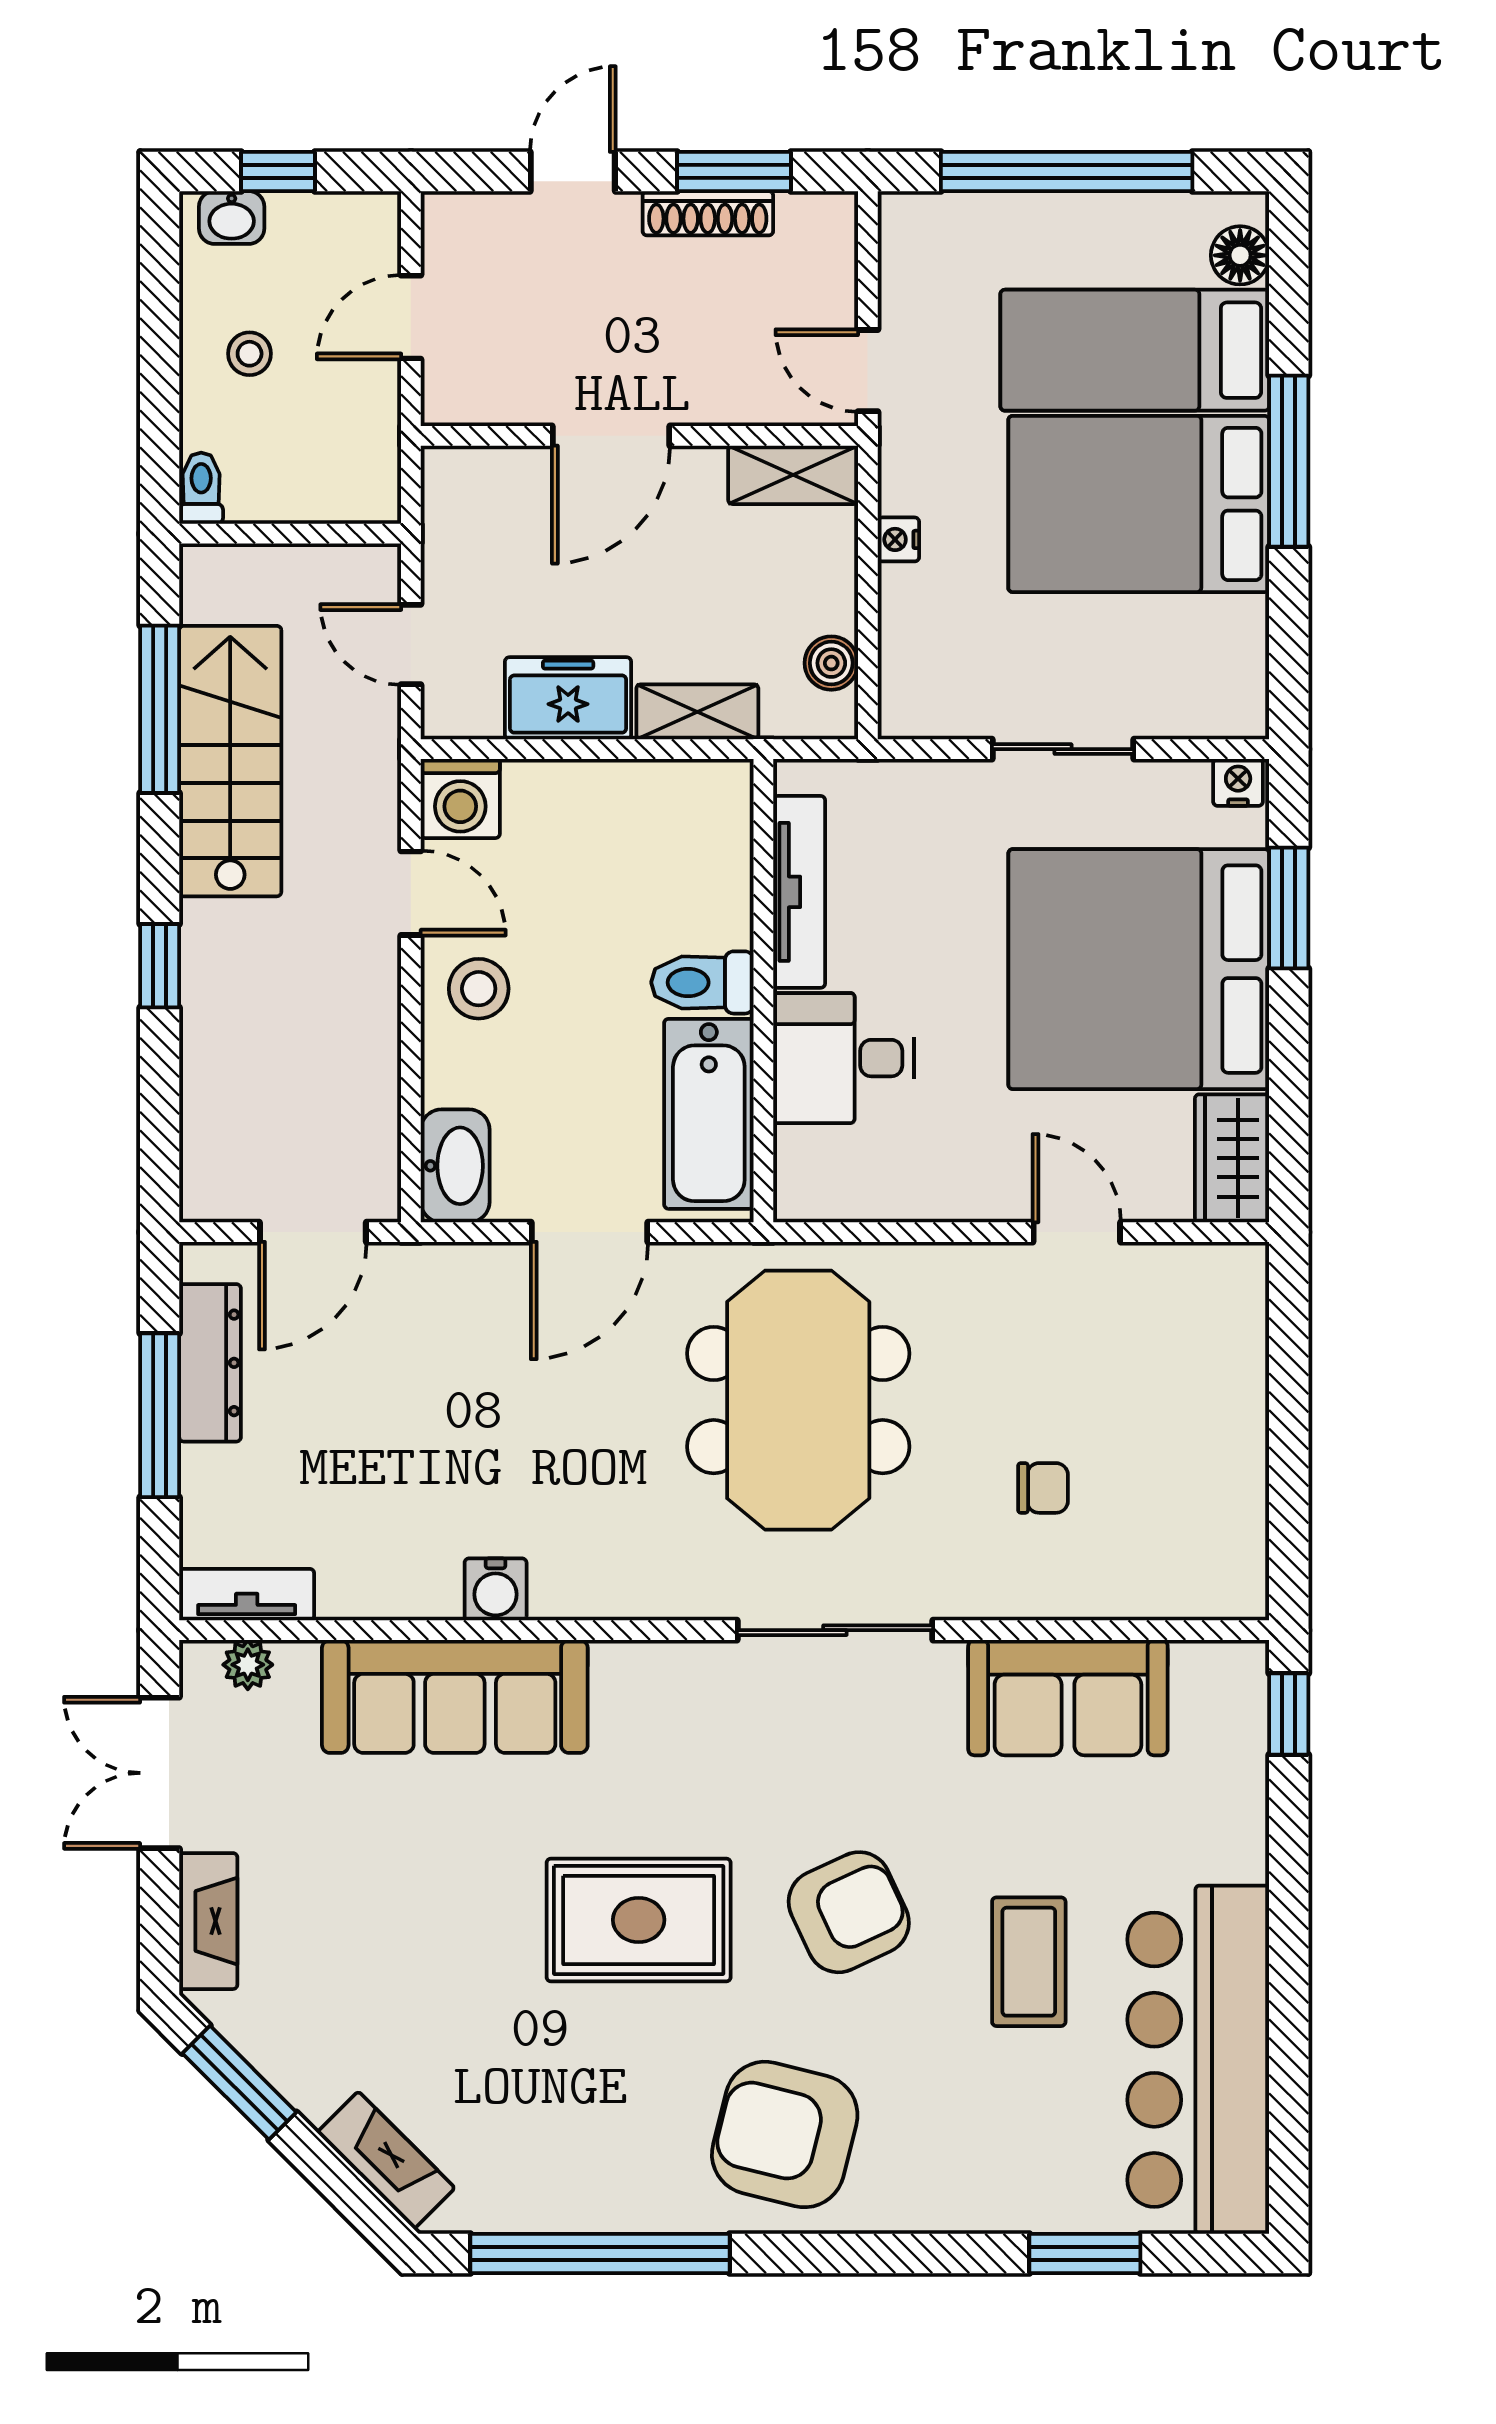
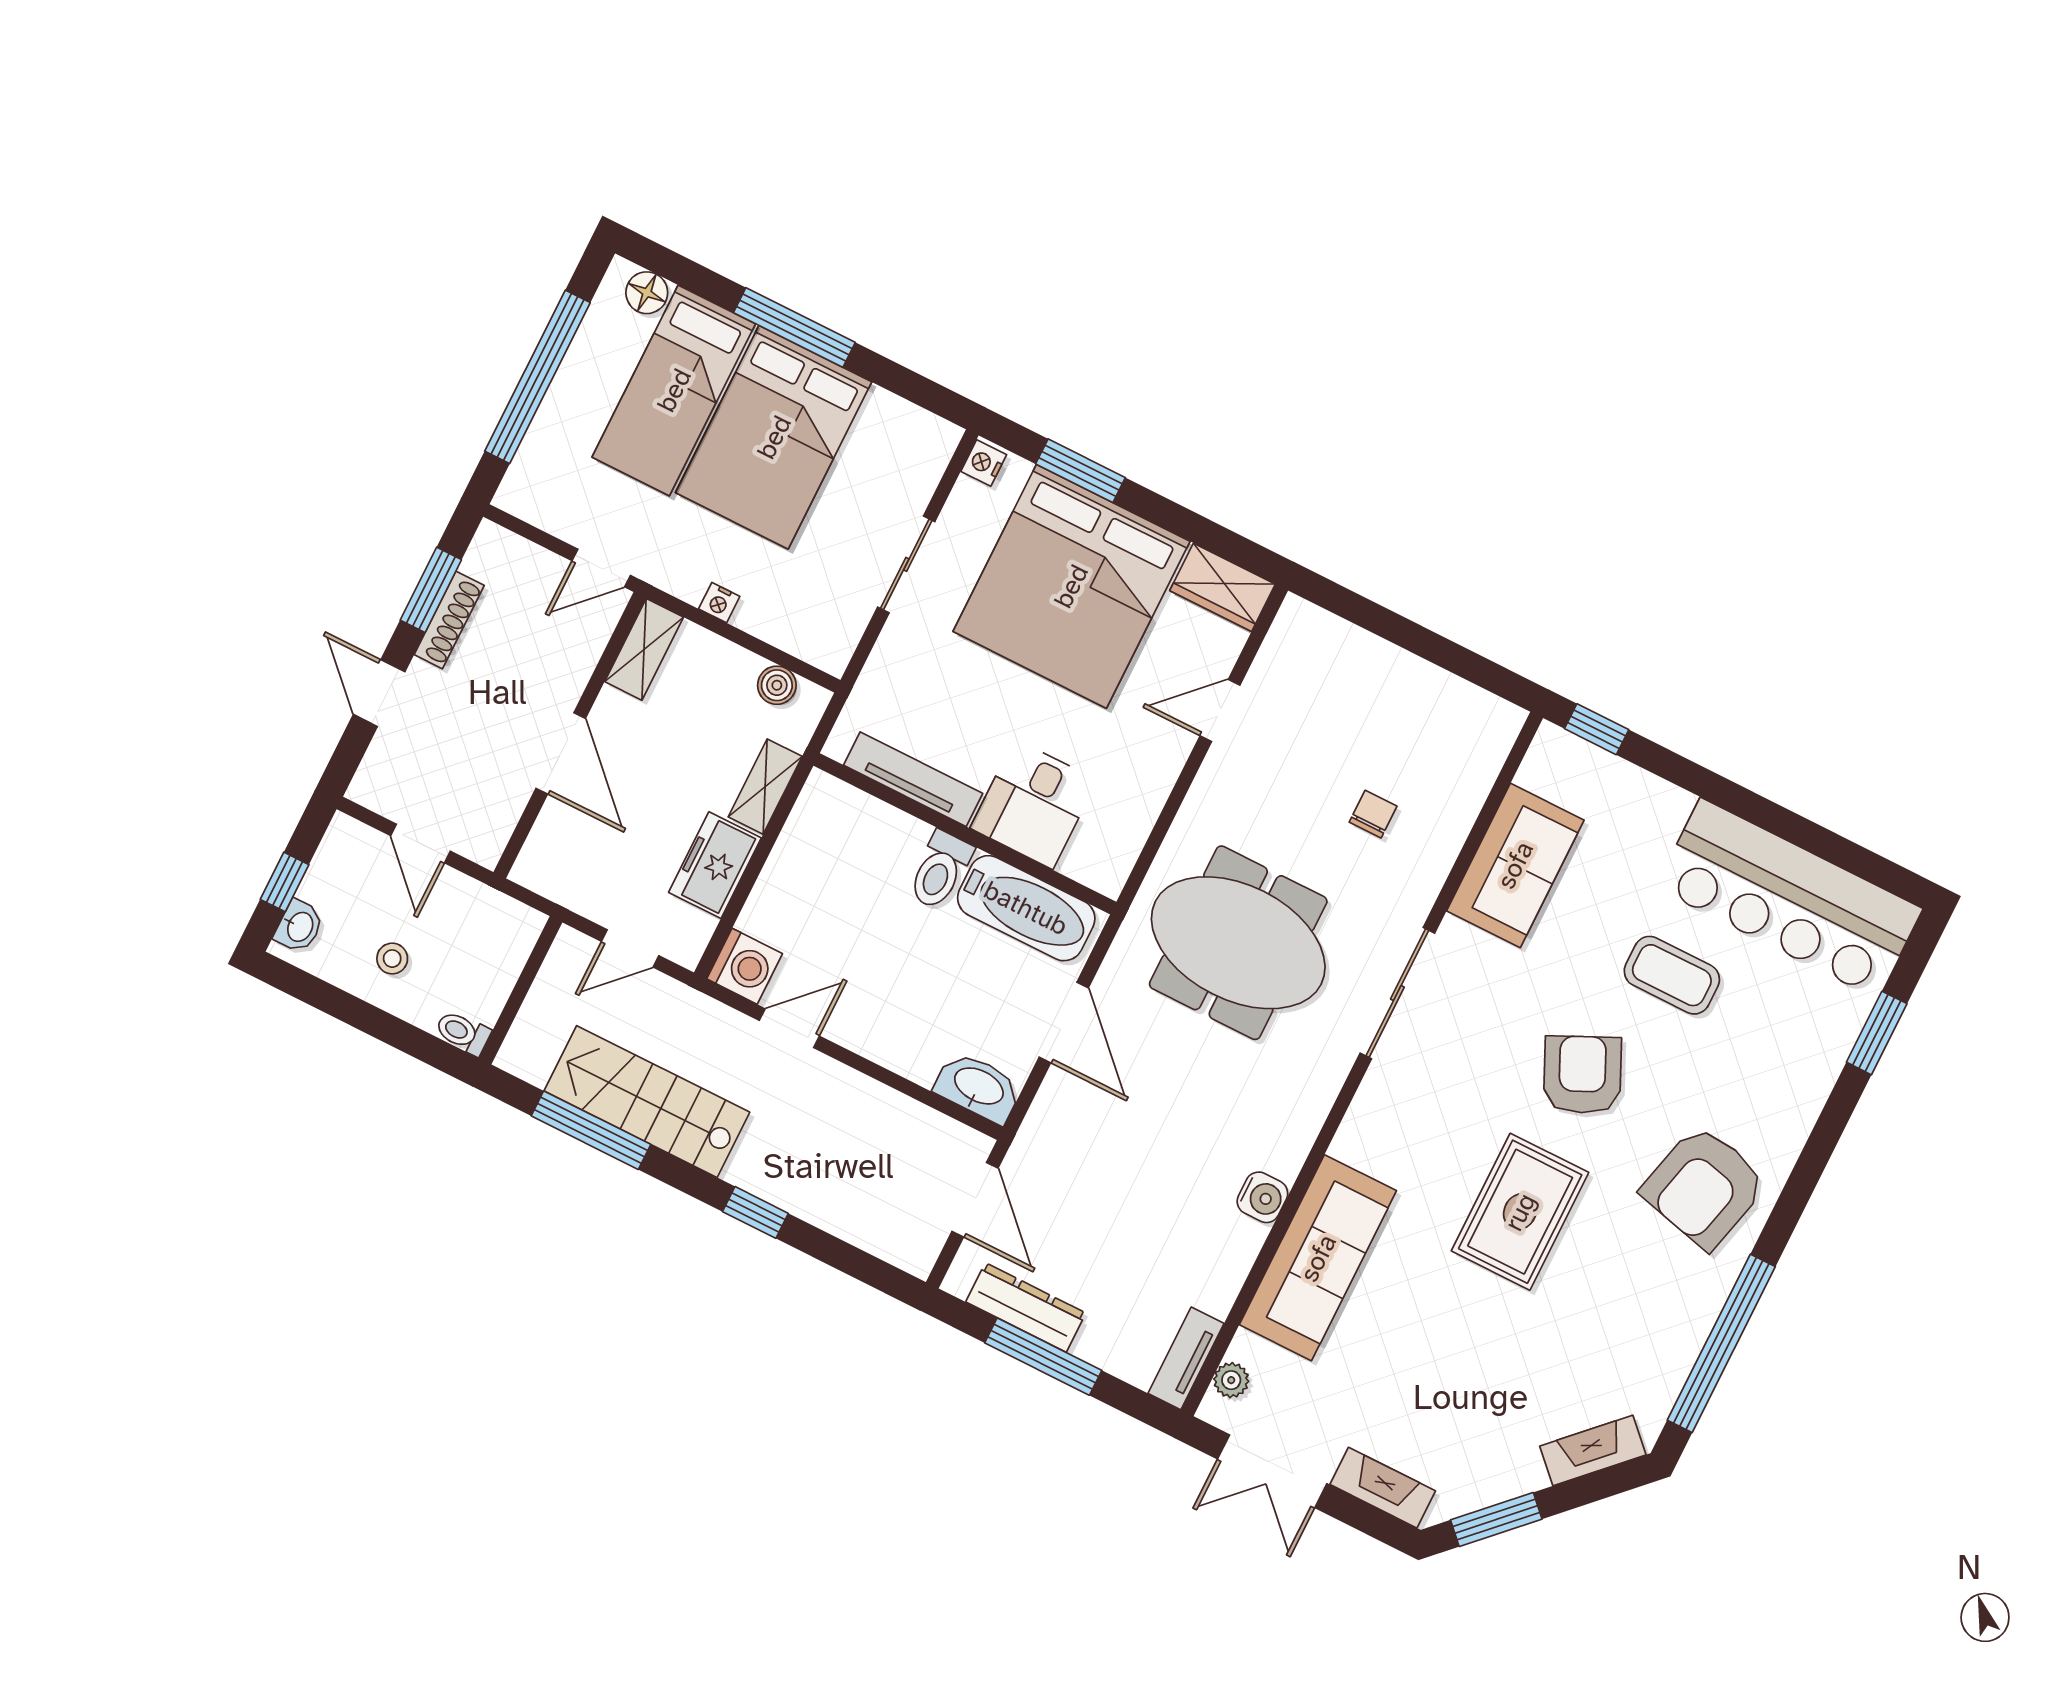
stool: (479, 989) -> (872, 1015), removed

